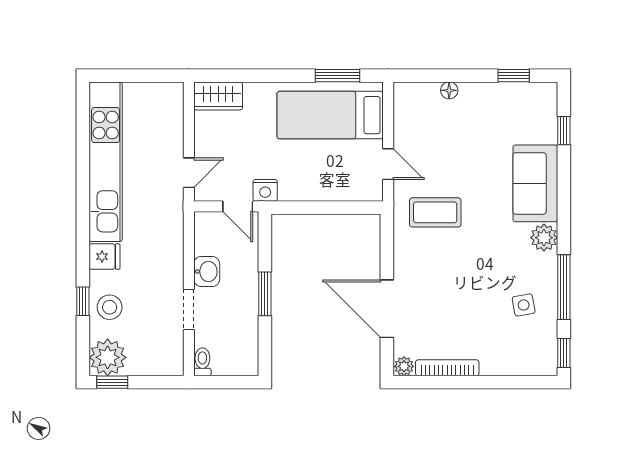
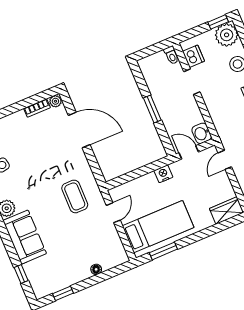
door: (388, 164) -> (113, 213), swing flipped
nightstand: (265, 190) -> (163, 174), moved
coffee table: (435, 212) -> (75, 196), turned 90
washbasin: (207, 271) -> (202, 133), moved
dishwasher: (170, 346) -> (193, 56), added
bookcase: (447, 368) -> (37, 108), width x0.64

